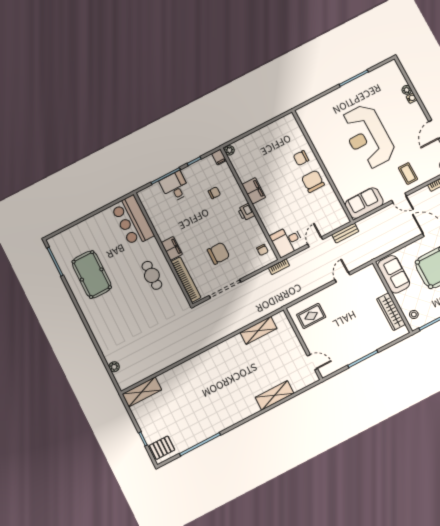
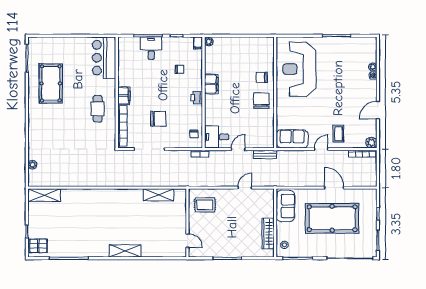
reception desk: (368, 137) -> (299, 69), moved
door: (399, 198) -> (321, 149), swing flipped
shelving: (275, 395) -> (125, 251), moved

